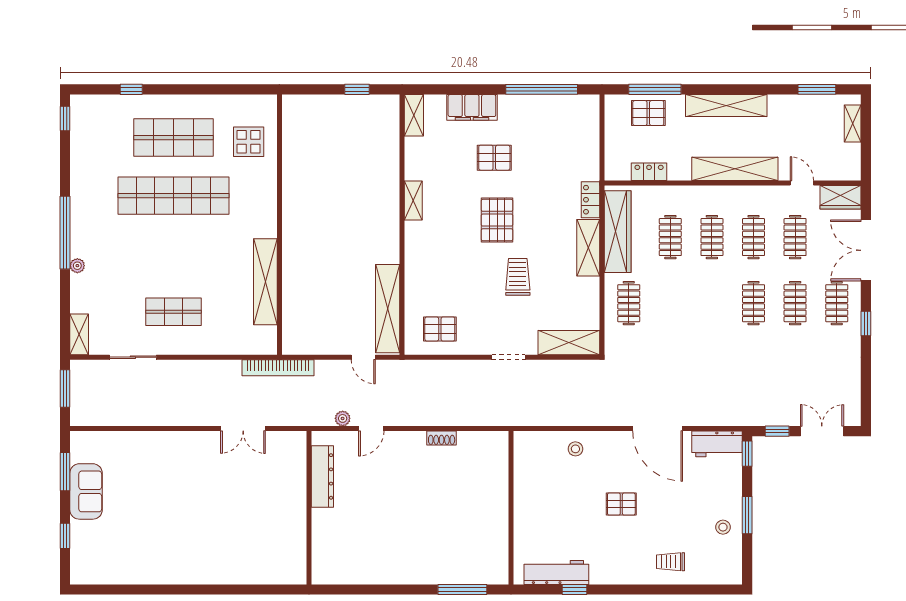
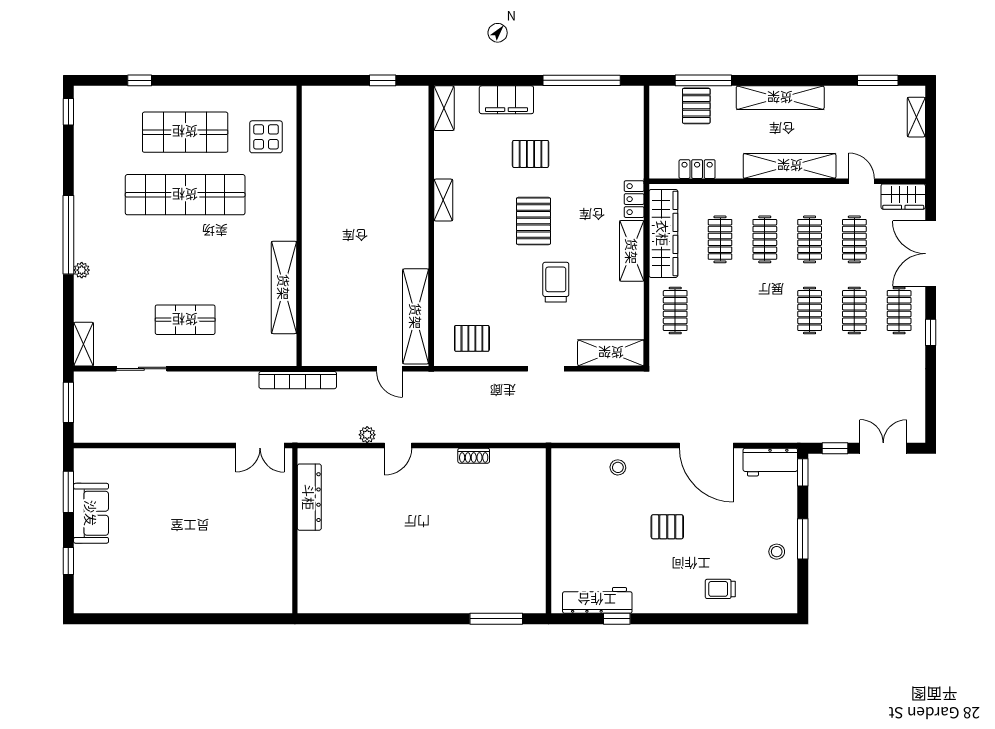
pallet: (648, 113) -> (696, 106), turned 90
dresser: (322, 476) -> (309, 497), moved
wall: (309, 508) -> (295, 531), moved

